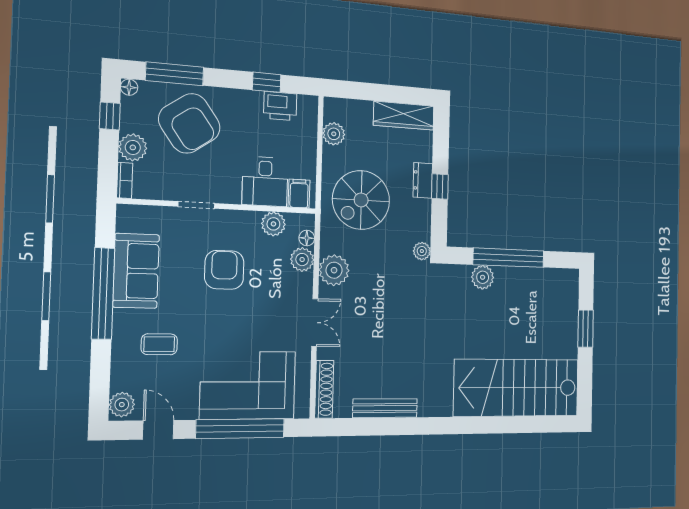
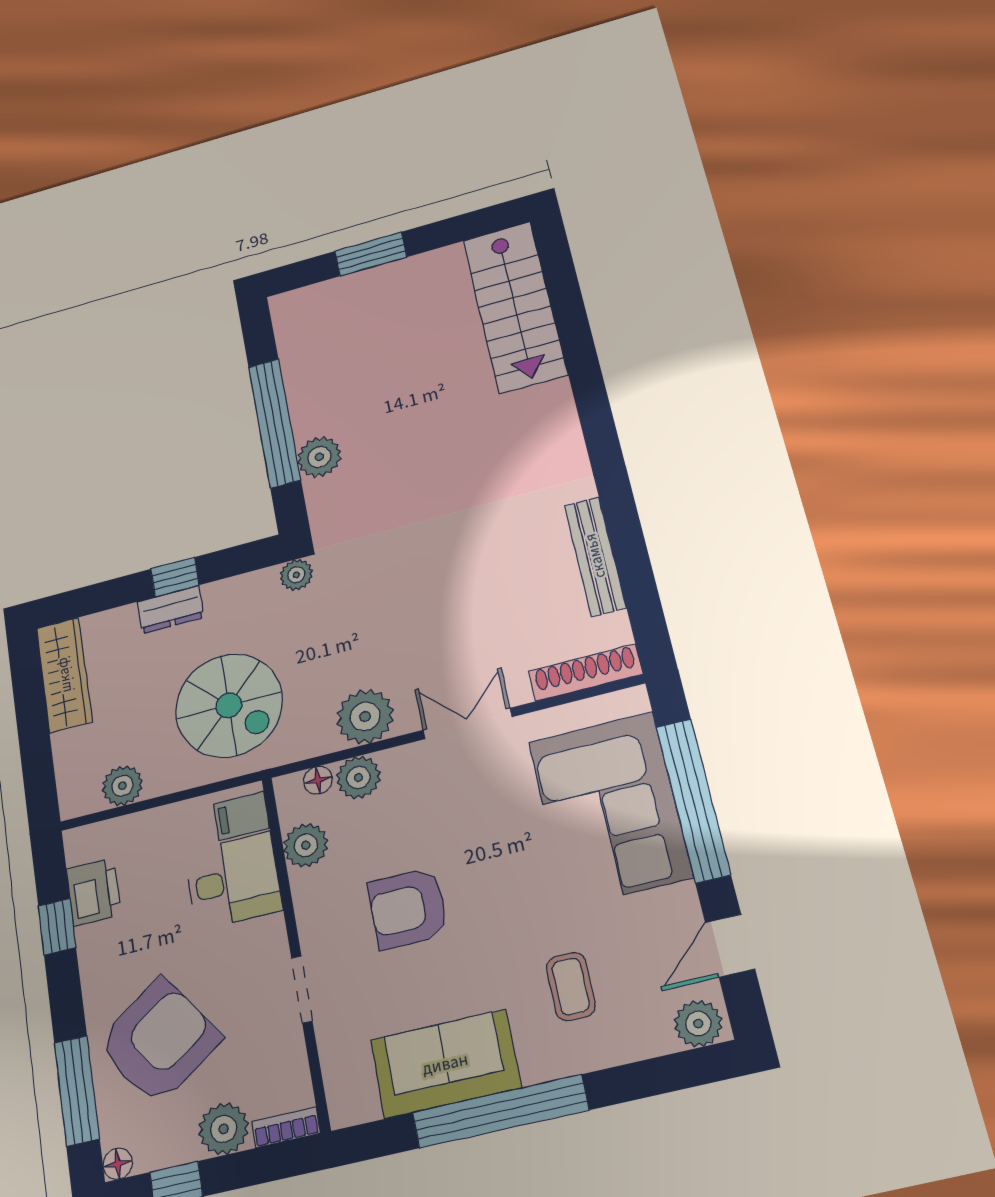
stairs: (517, 388) -> (515, 307), width x0.73, depth x0.66

